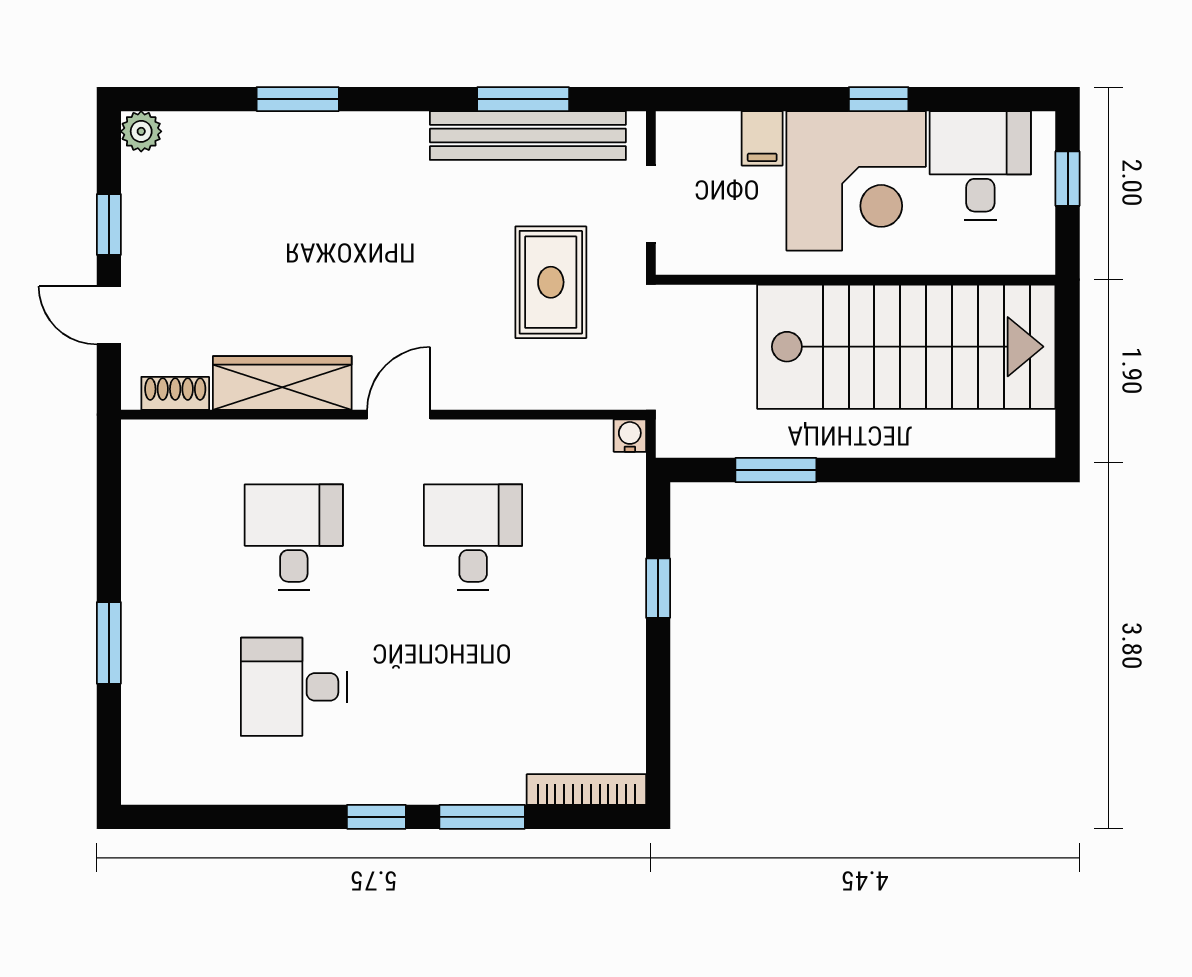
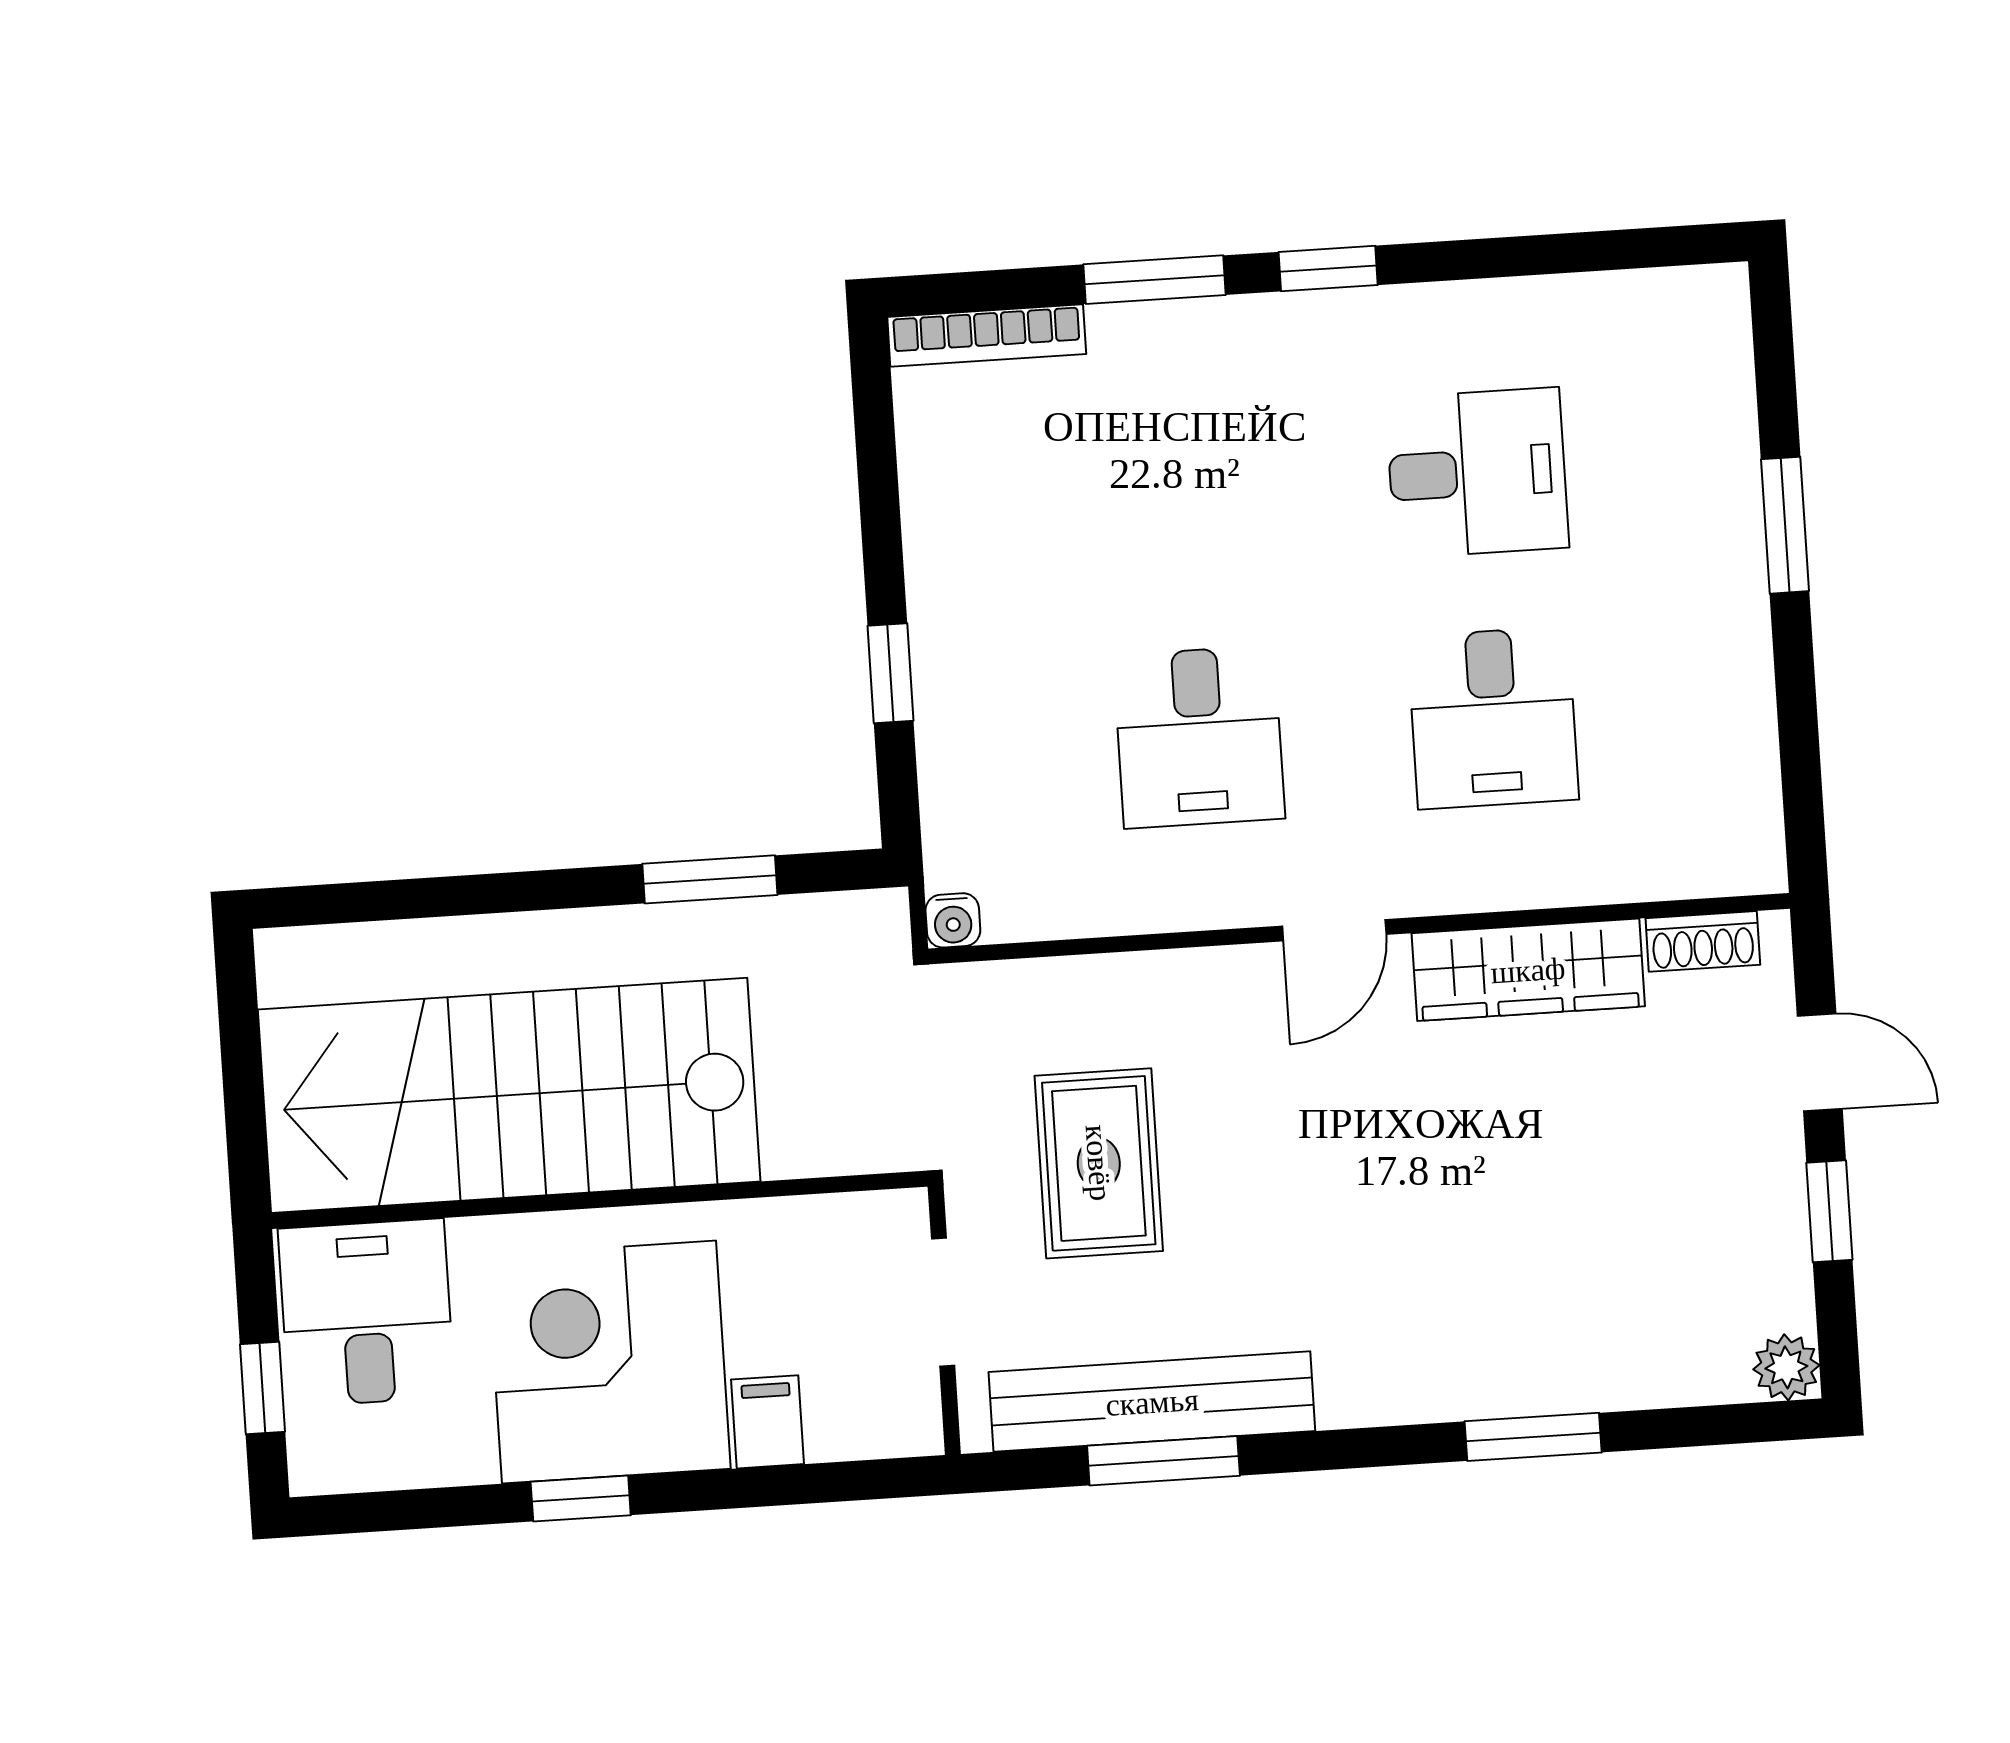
desk: (980, 166) -> (366, 1313), moved, turned 180

